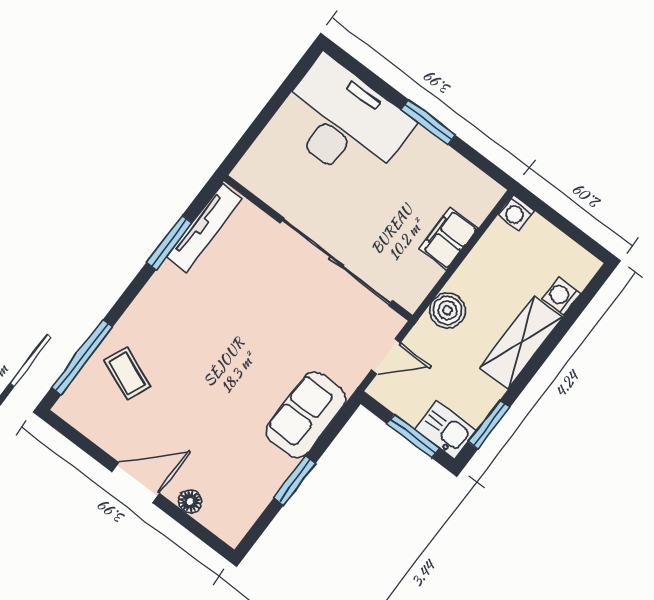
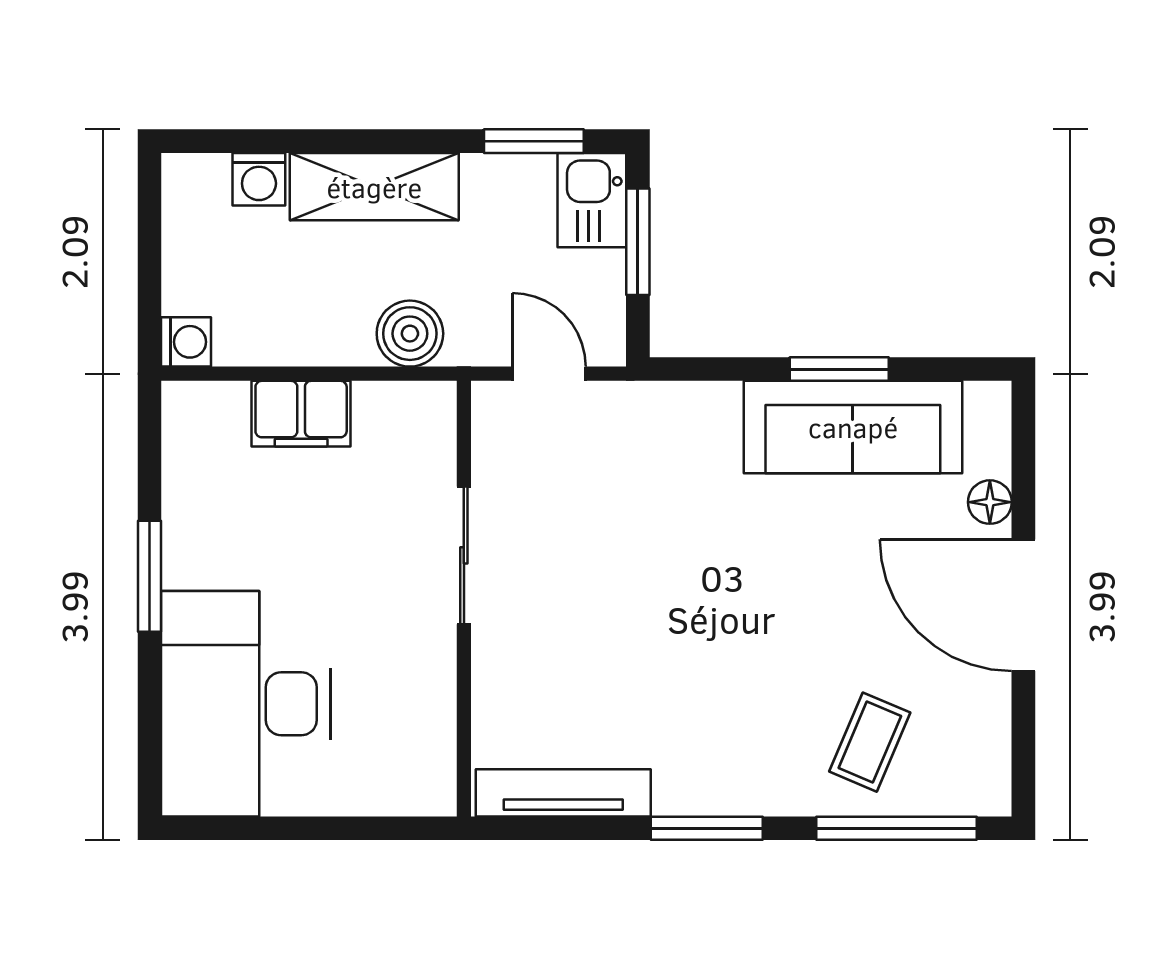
window: (169, 243) -> (707, 828), moved
sliding door: (336, 262) -> (464, 555), width x0.54
sofa: (306, 415) -> (853, 427), moved, width x1.36
door: (136, 483) -> (1023, 605), width x1.36

